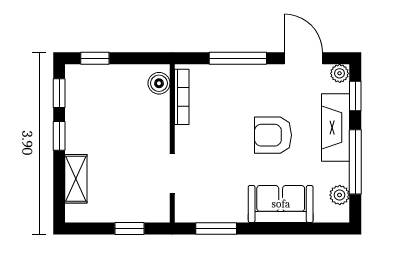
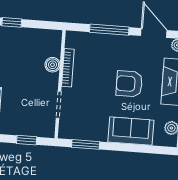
boiler: (159, 83) -> (52, 65), moved
bookcase: (182, 97) -> (68, 68), moved

